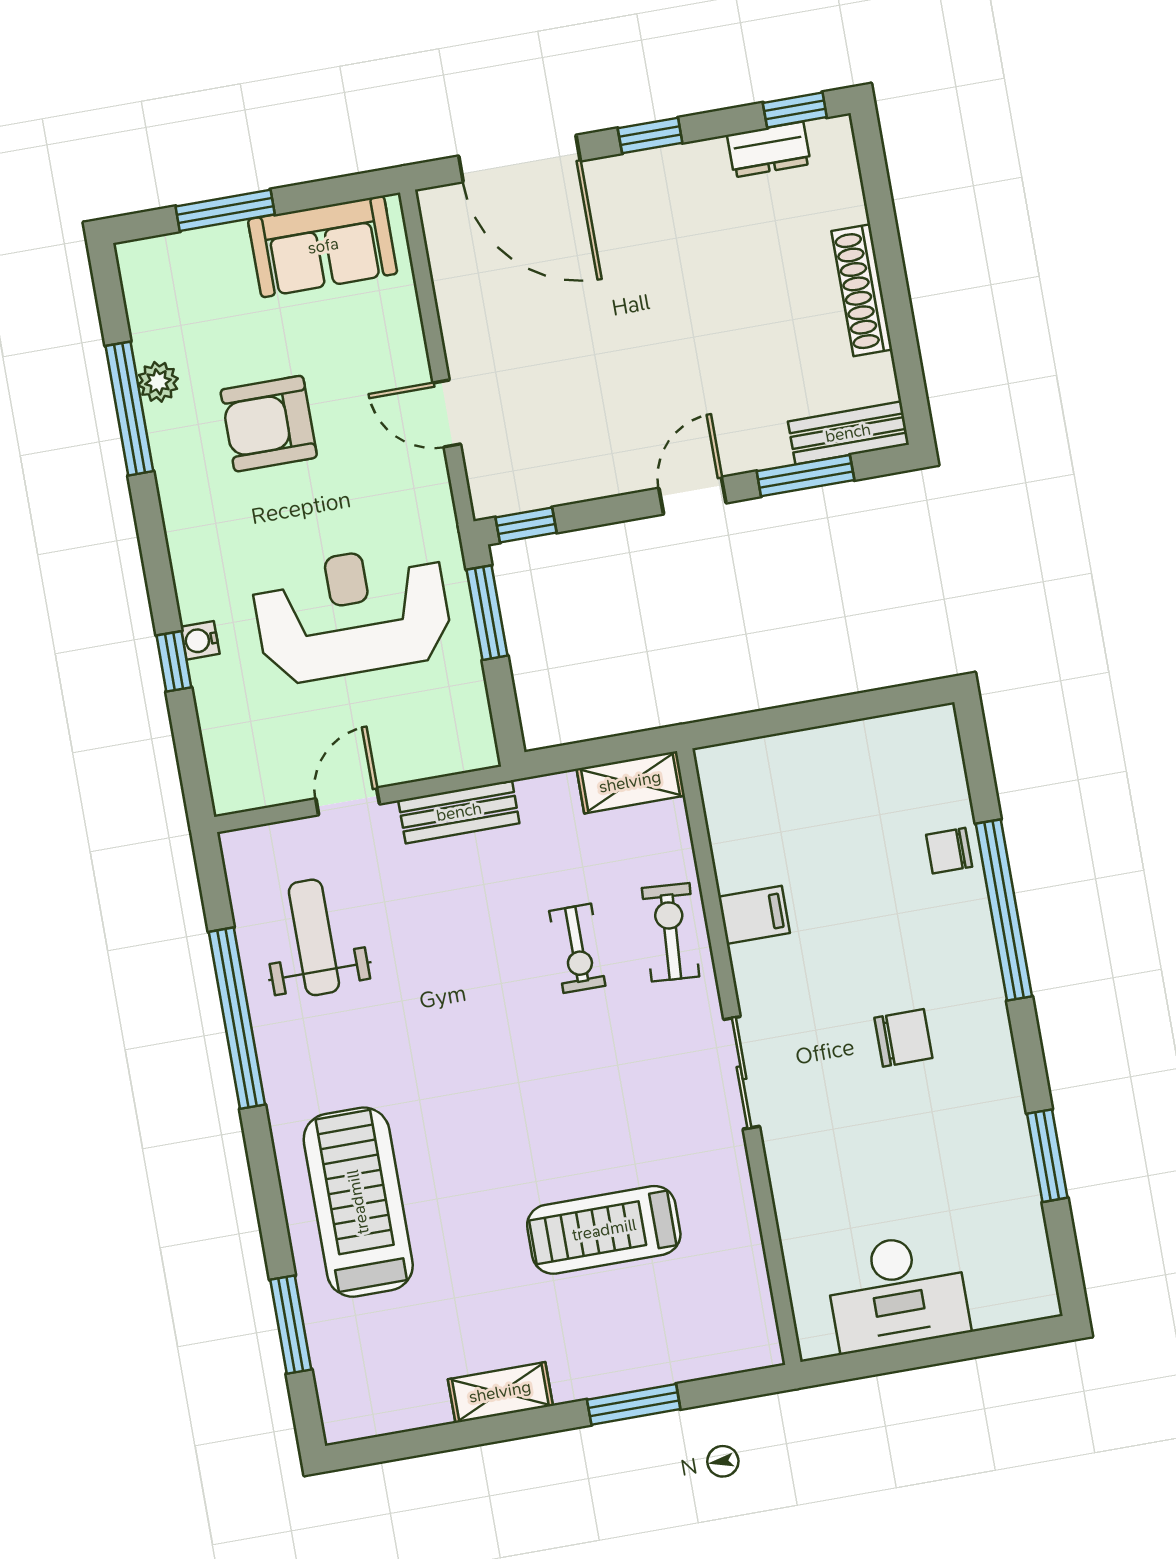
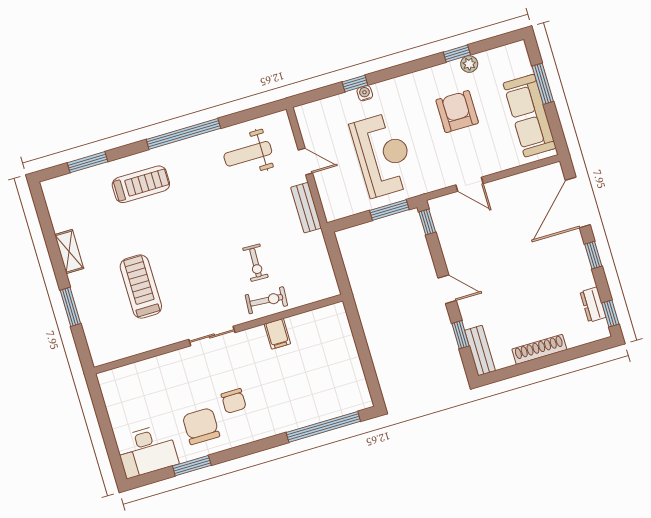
sofa: (323, 246) -> (530, 116), width x1.36
window: (129, 409) -> (457, 53), width x0.46
door: (447, 414) -> (469, 184), swing flipped
window: (805, 476) -> (460, 335), width x0.67
shelving: (630, 782) -> (326, 277), removed
chair: (949, 851) -> (201, 426), moved, width x1.87, depth x1.87
window: (1004, 910) -> (323, 427), moved
weight bench: (314, 937) -> (248, 154), turned 180
exercise bike: (577, 948) -> (255, 263), turned -88
window: (237, 1018) -> (183, 134), moved
treadmill: (358, 1202) -> (141, 184), width x0.73, depth x0.73
desk: (897, 1292) -> (147, 451), moved, turned -90

